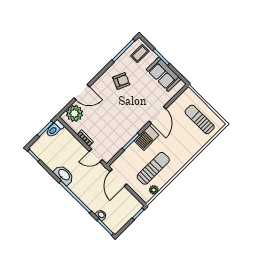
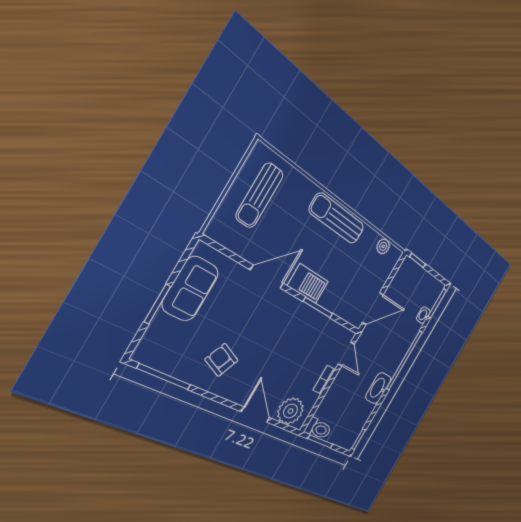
coffee table: (140, 54) -> (162, 346), removed
sun lounger: (153, 168) -> (337, 219), moved

